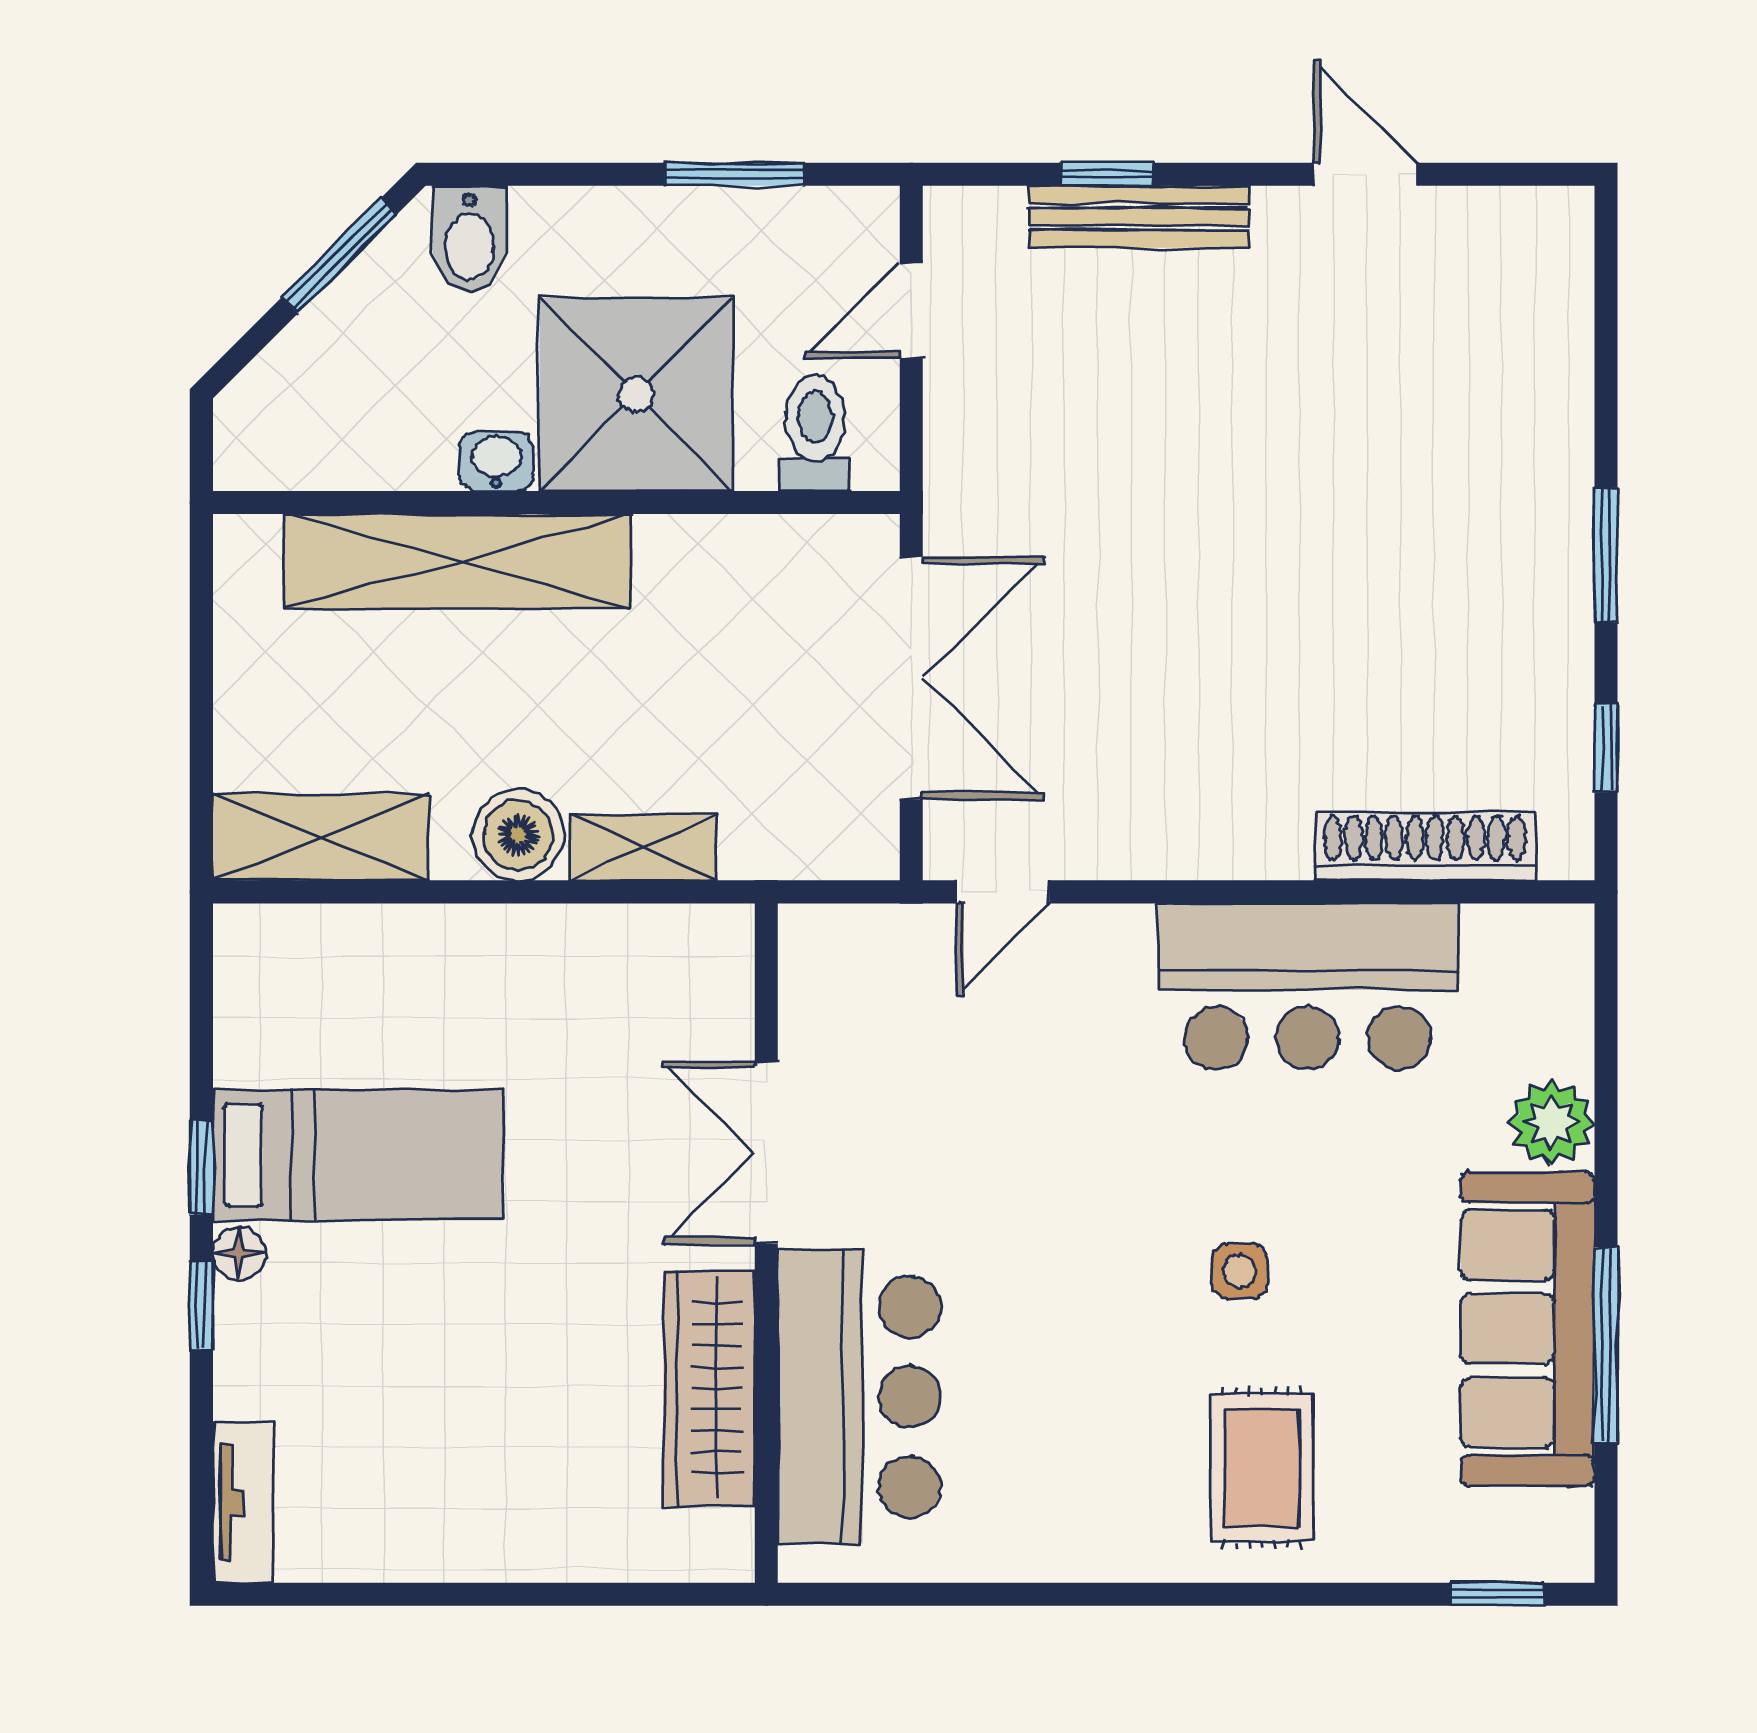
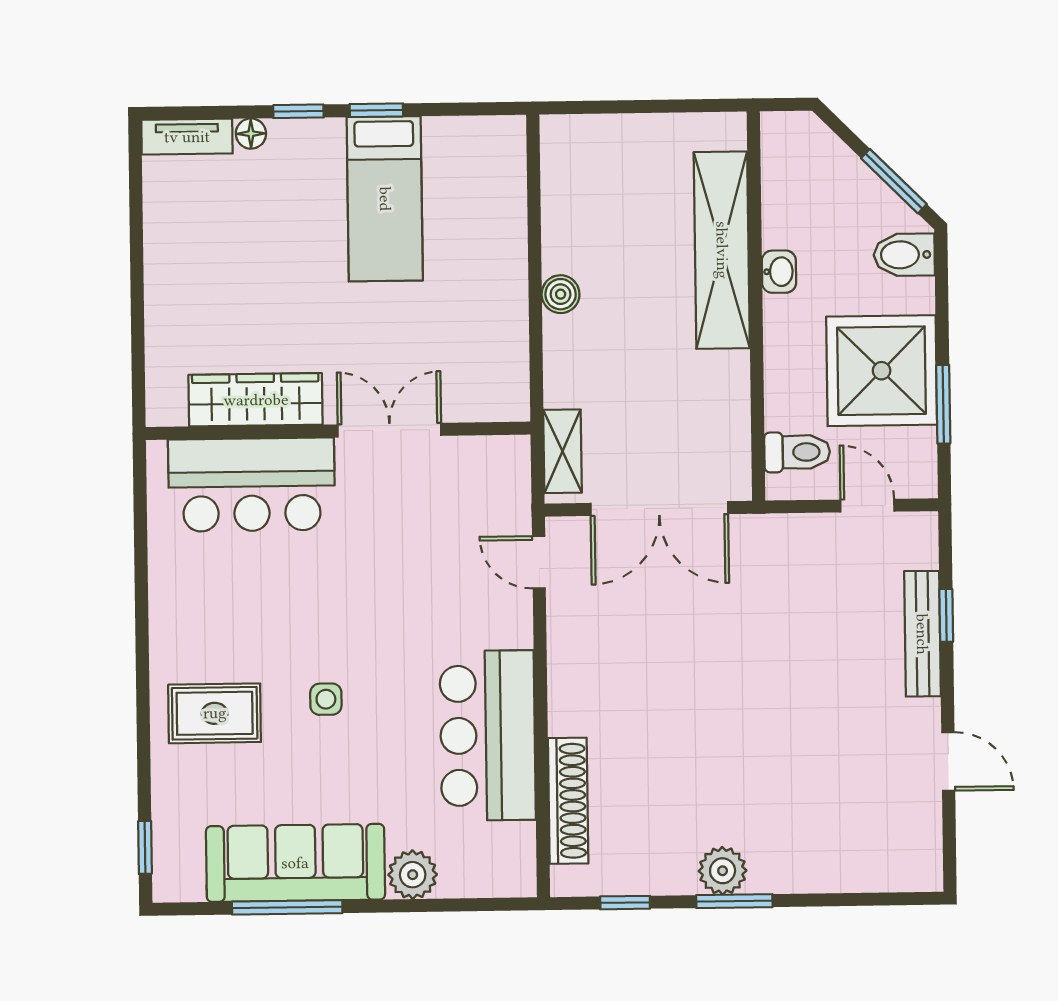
door: (1365, 174) -> (948, 762), hinge flipped
shower: (636, 394) -> (882, 371), moved
plant: (1552, 575) -> (723, 871), added
boiler: (518, 835) -> (561, 294), width x0.73, depth x0.73
shelving: (321, 837) -> (564, 175), removed
shelving: (643, 847) -> (563, 451), moved
floor lamp: (239, 1253) -> (251, 134), moved

